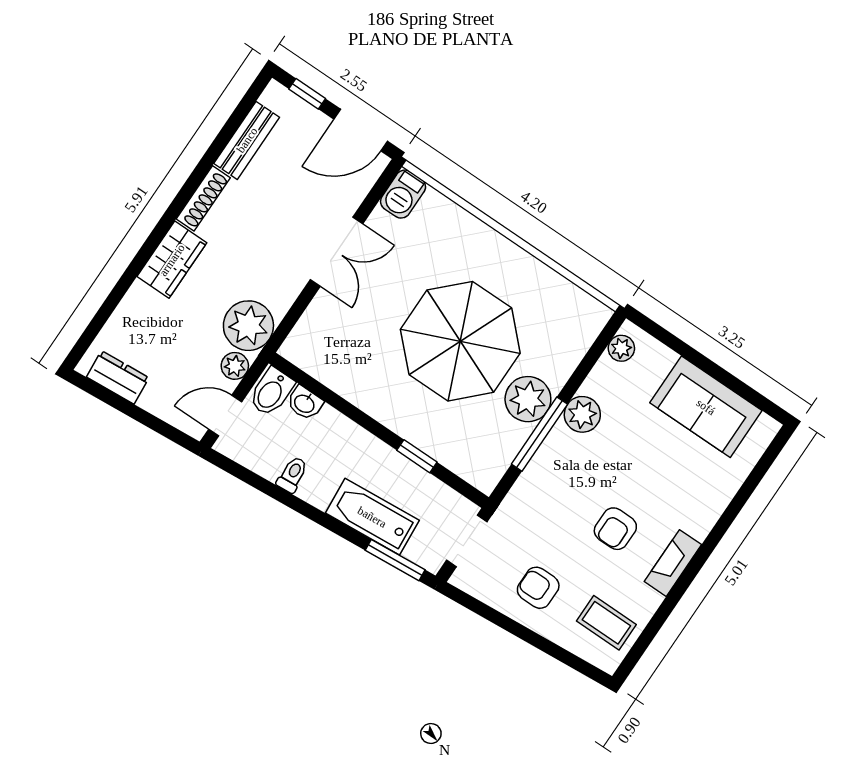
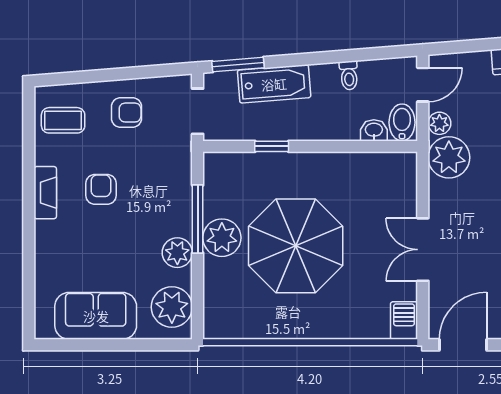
plant: (621, 348) -> (172, 307), width x1.88, depth x1.88

